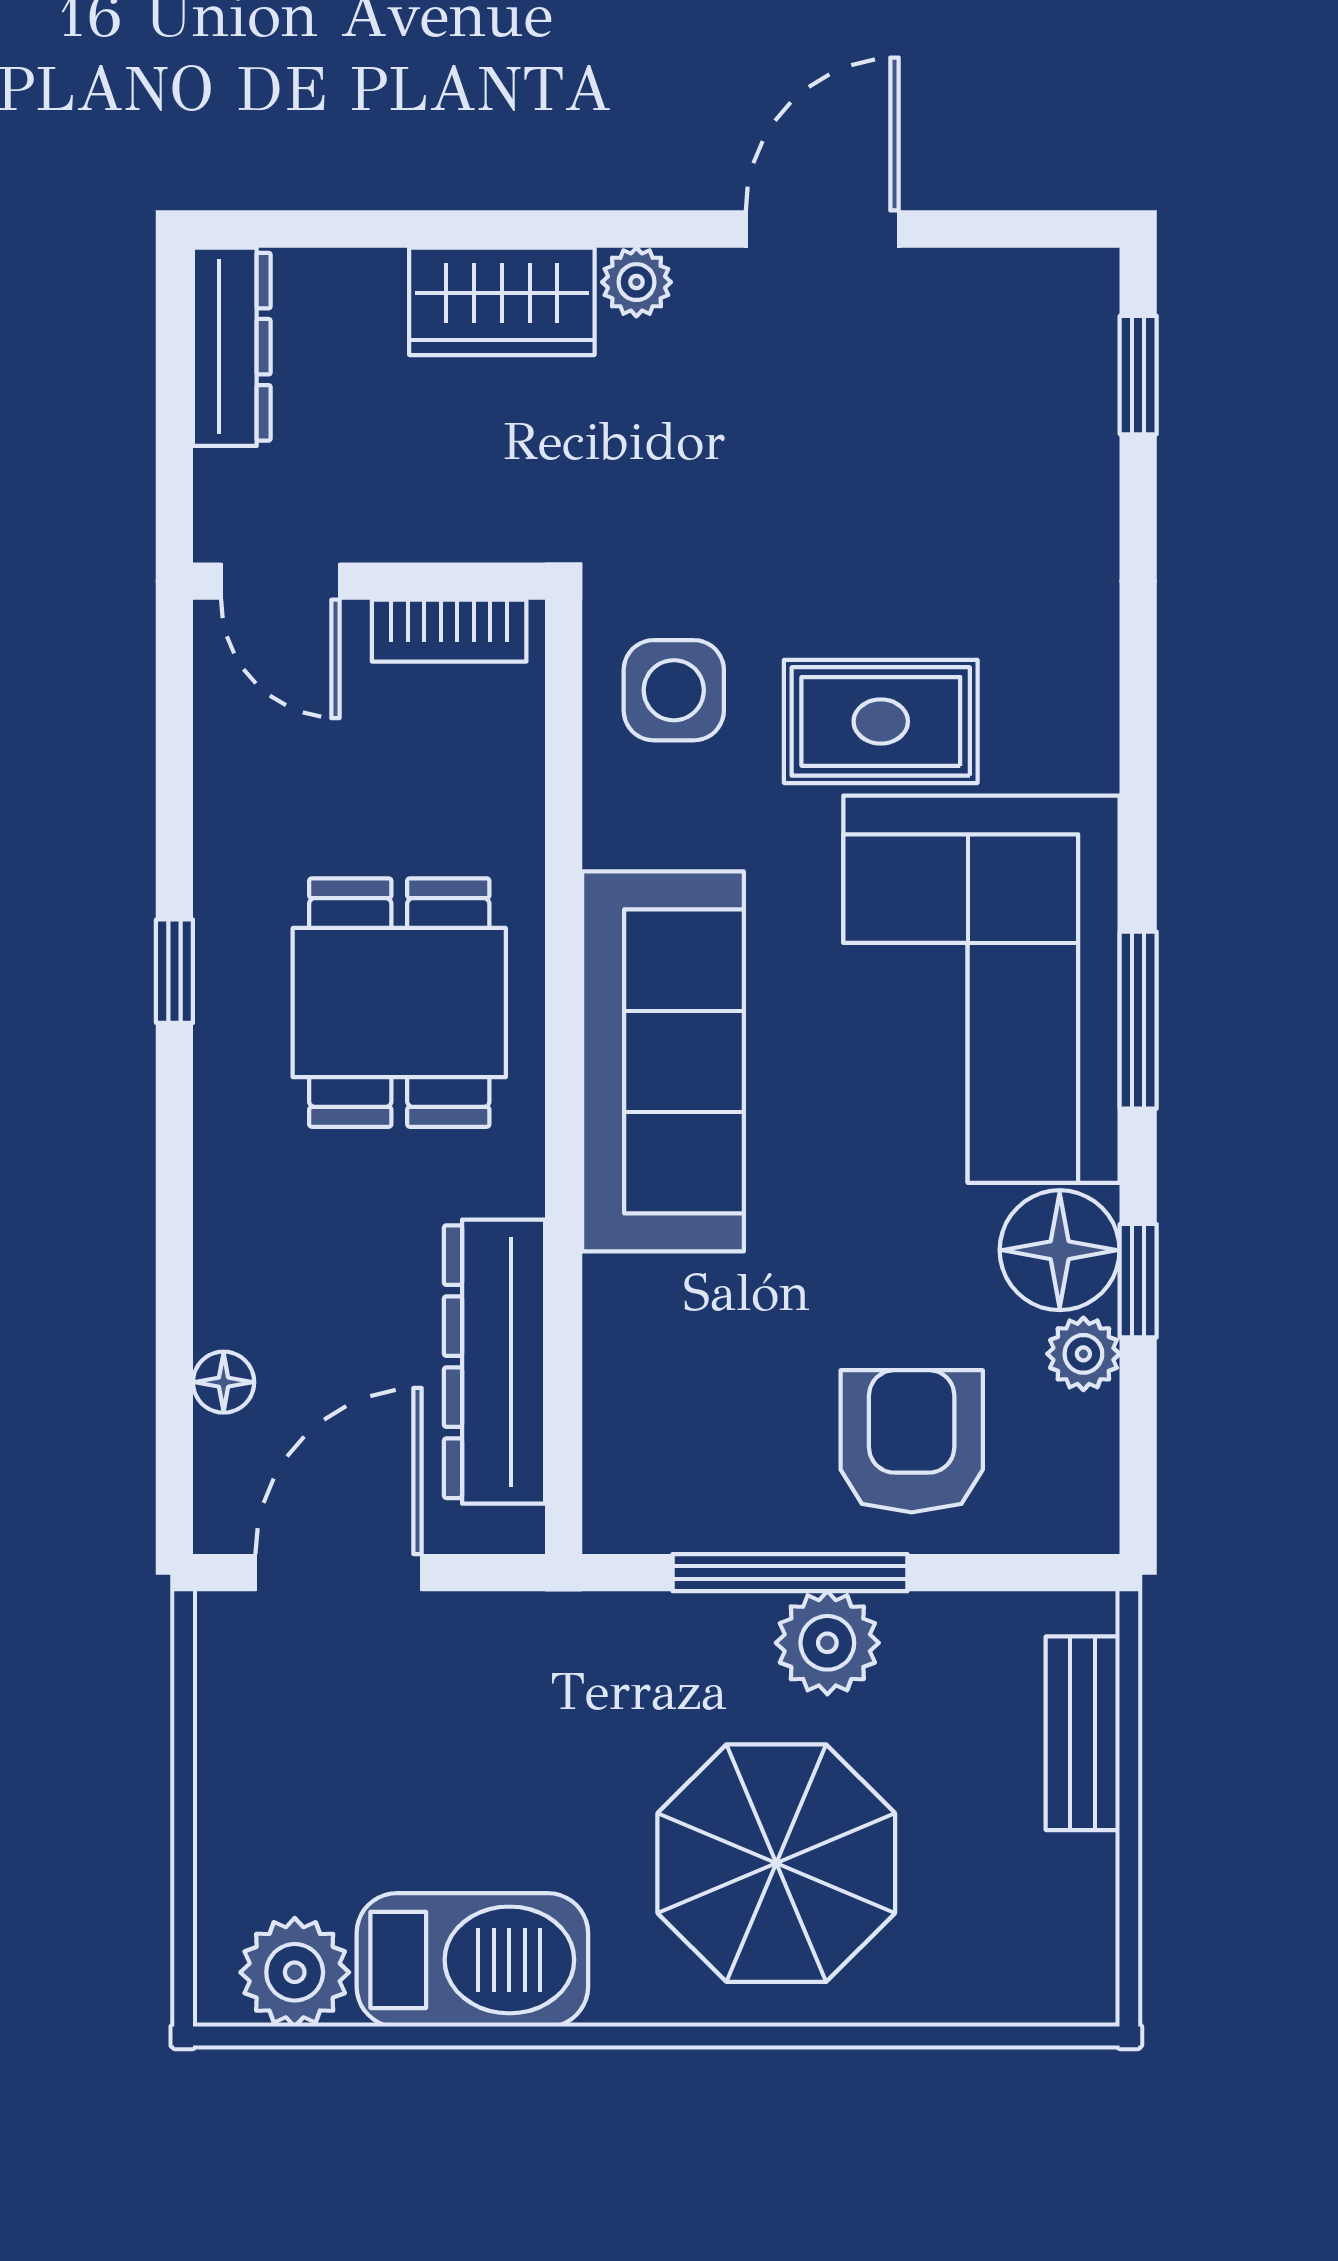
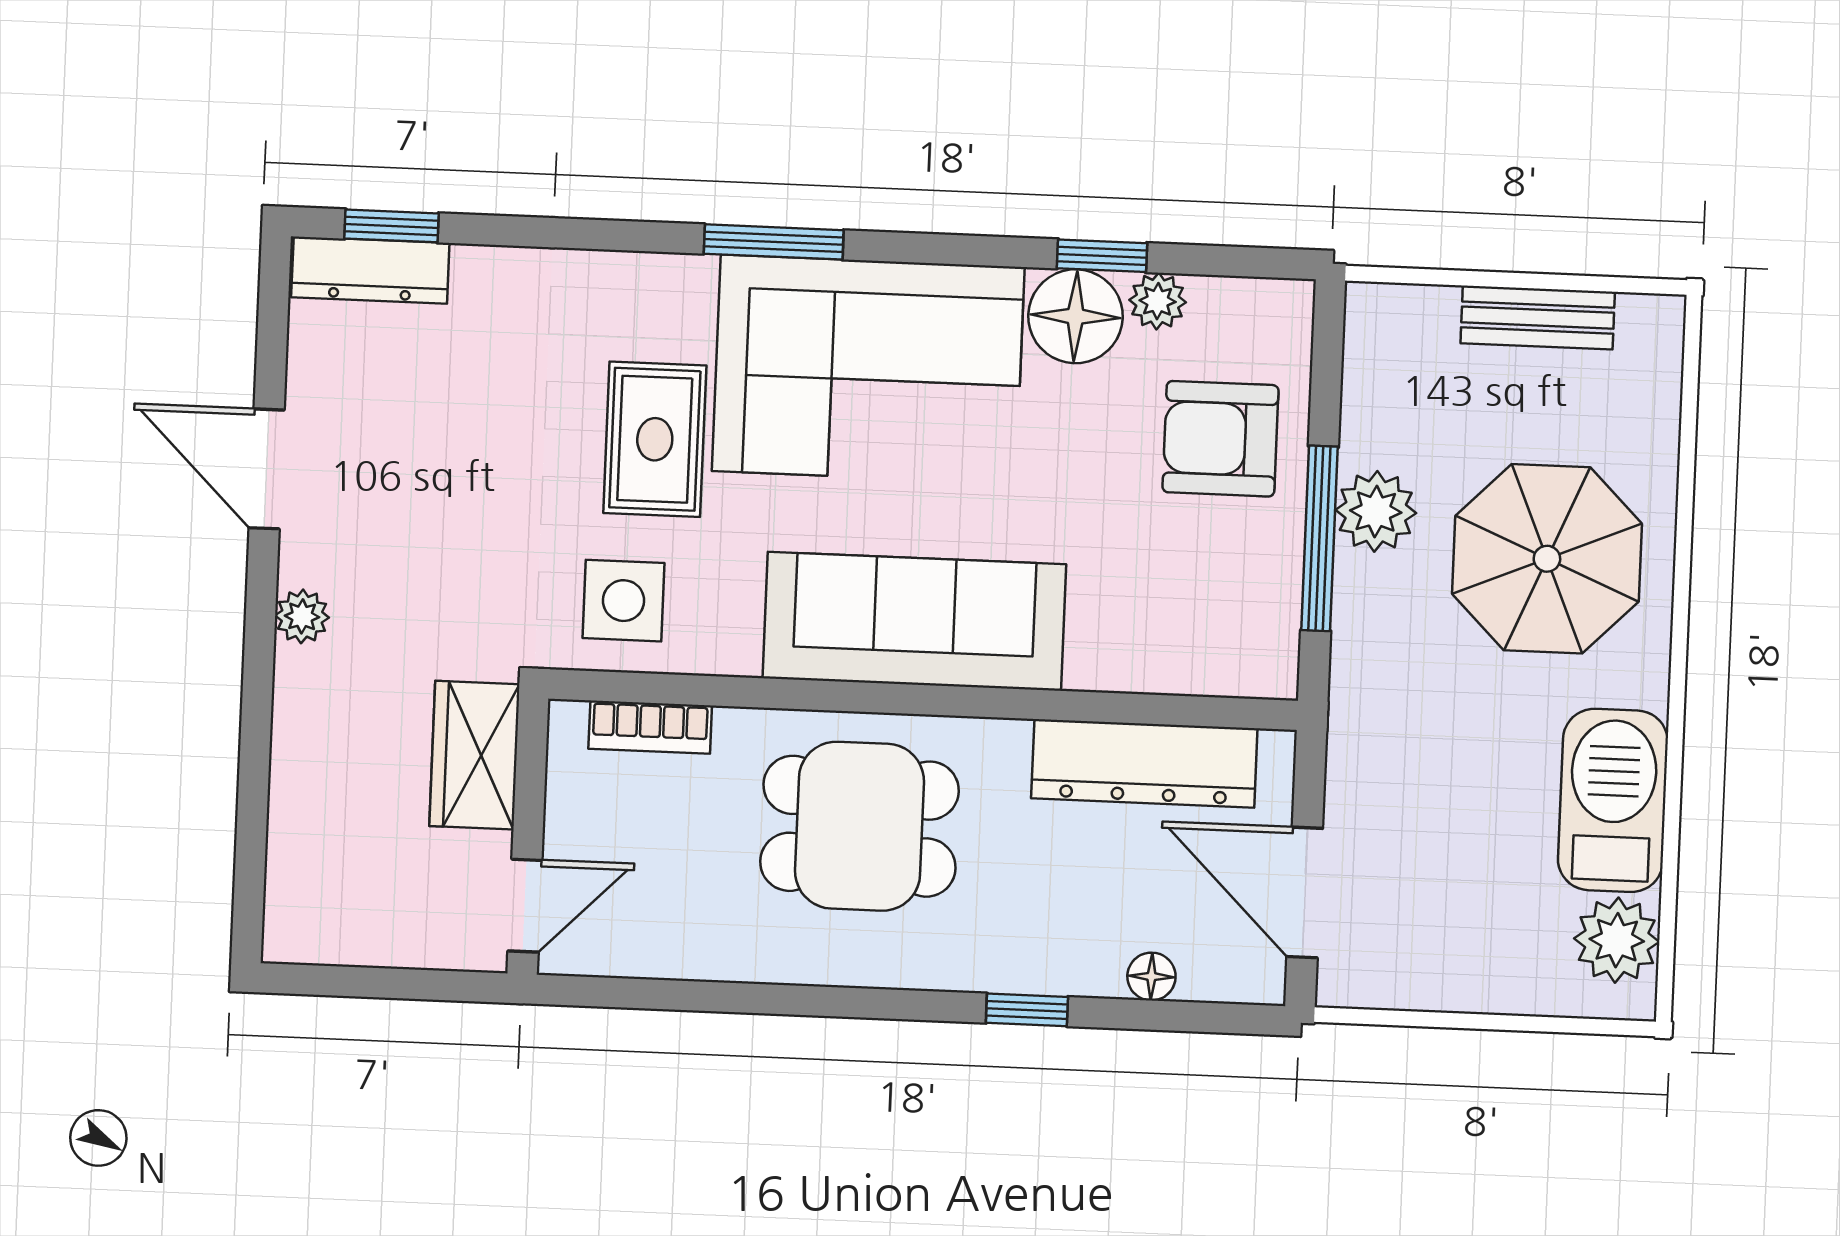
wardrobe: (502, 301) -> (474, 755), moved, turned 180
dresser: (232, 347) -> (370, 270), moved, turned 180
bookcase: (449, 631) -> (650, 727), moved, turned 90
window: (174, 971) -> (1027, 1010), moved
window: (1138, 1020) -> (774, 242), moved
bench: (1083, 1733) -> (1538, 318), moved

